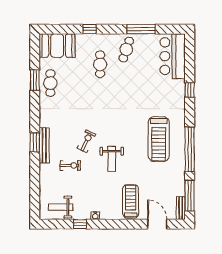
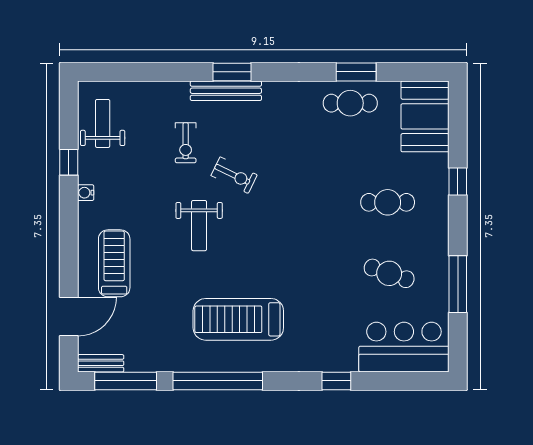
cafe table: (126, 49) -> (389, 273), moved
weight bench: (112, 159) -> (199, 226), turned -90
treadmill: (131, 201) -> (114, 263), turned -90

